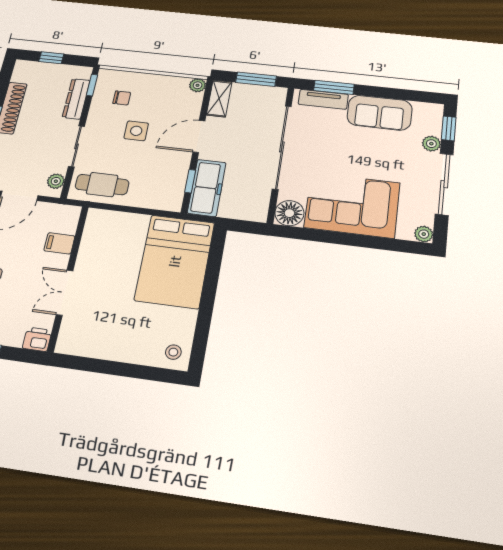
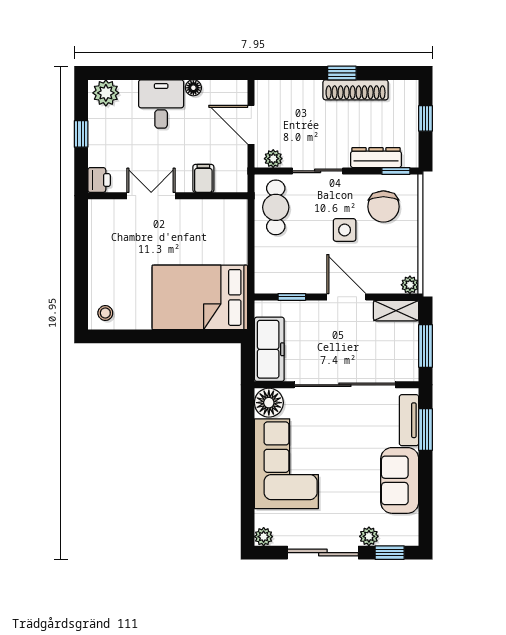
chair: (122, 98) -> (383, 207), width x1.87, depth x1.87
freezer: (207, 188) -> (269, 349), moved, turned -90

